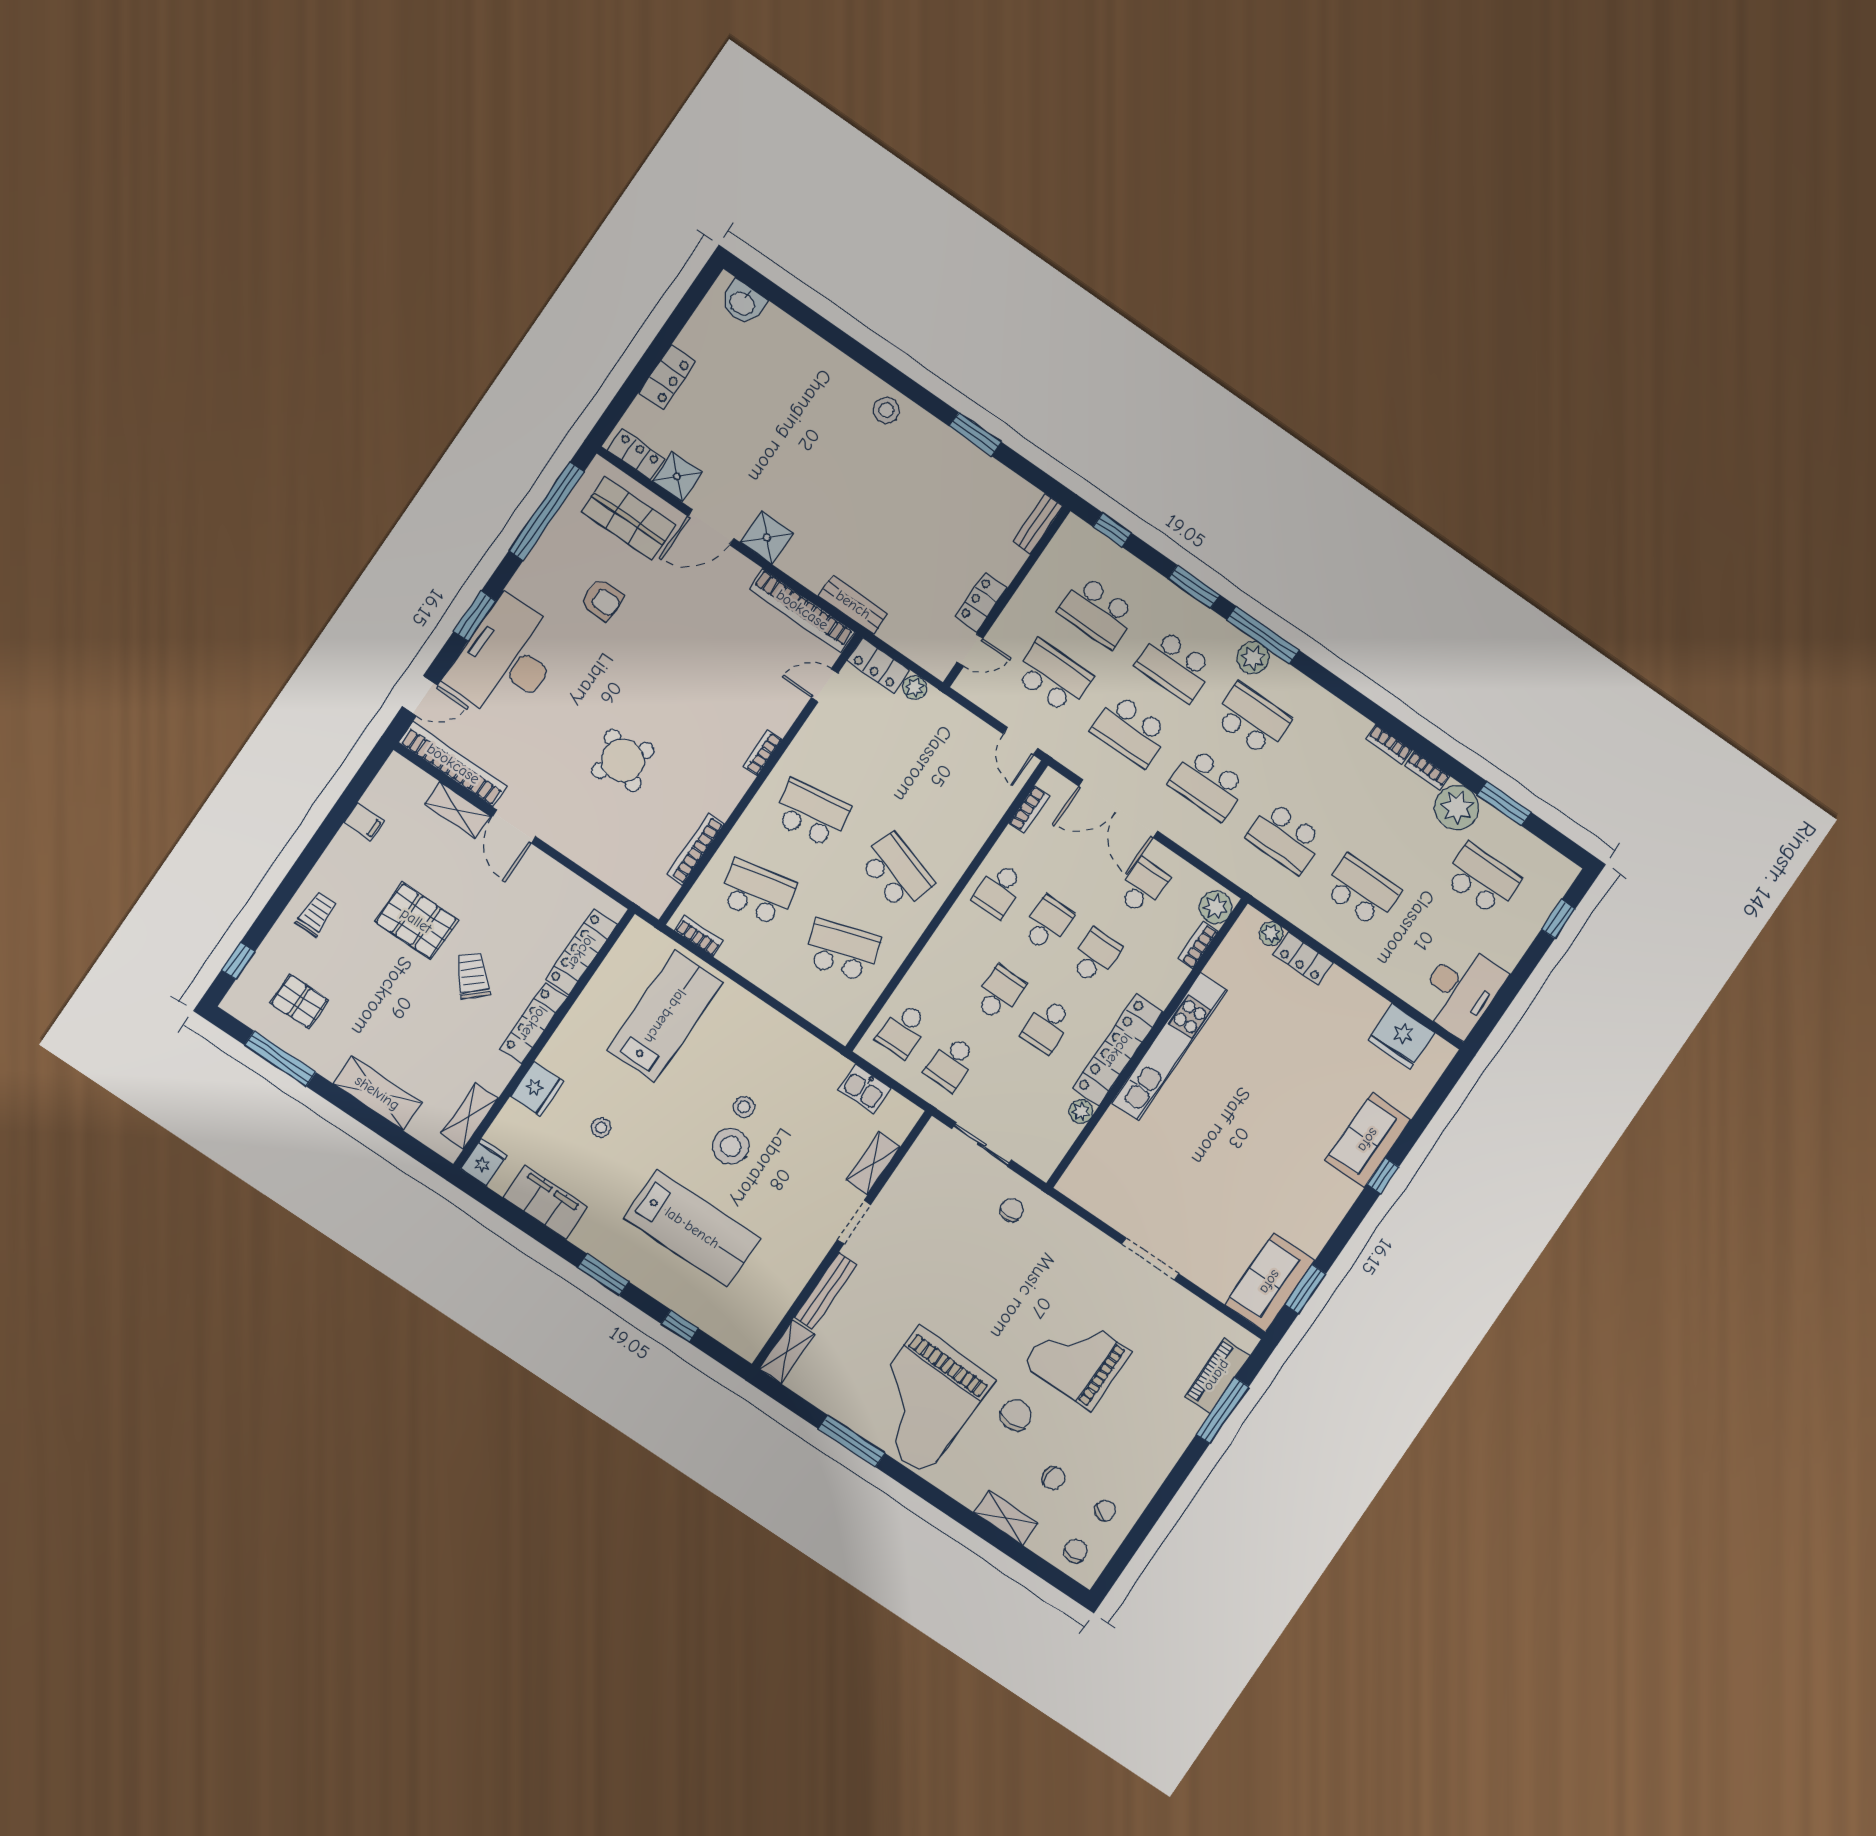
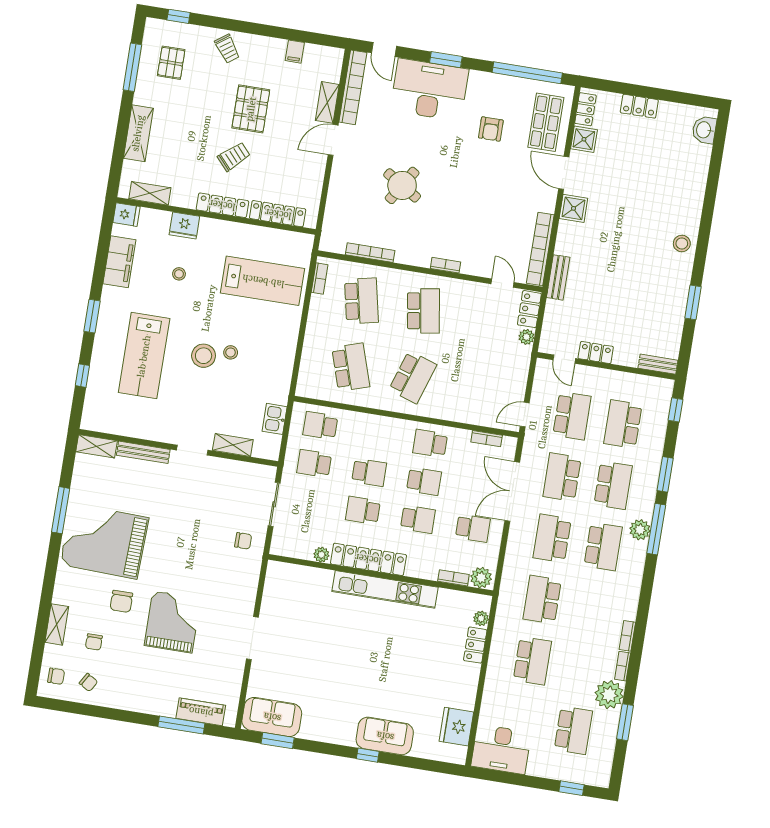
school desk: (1175, 666) -> (613, 485), turned 180
trolley: (316, 914) -> (227, 49), turned 54
chair: (1016, 1415) -> (121, 601), turned 90

